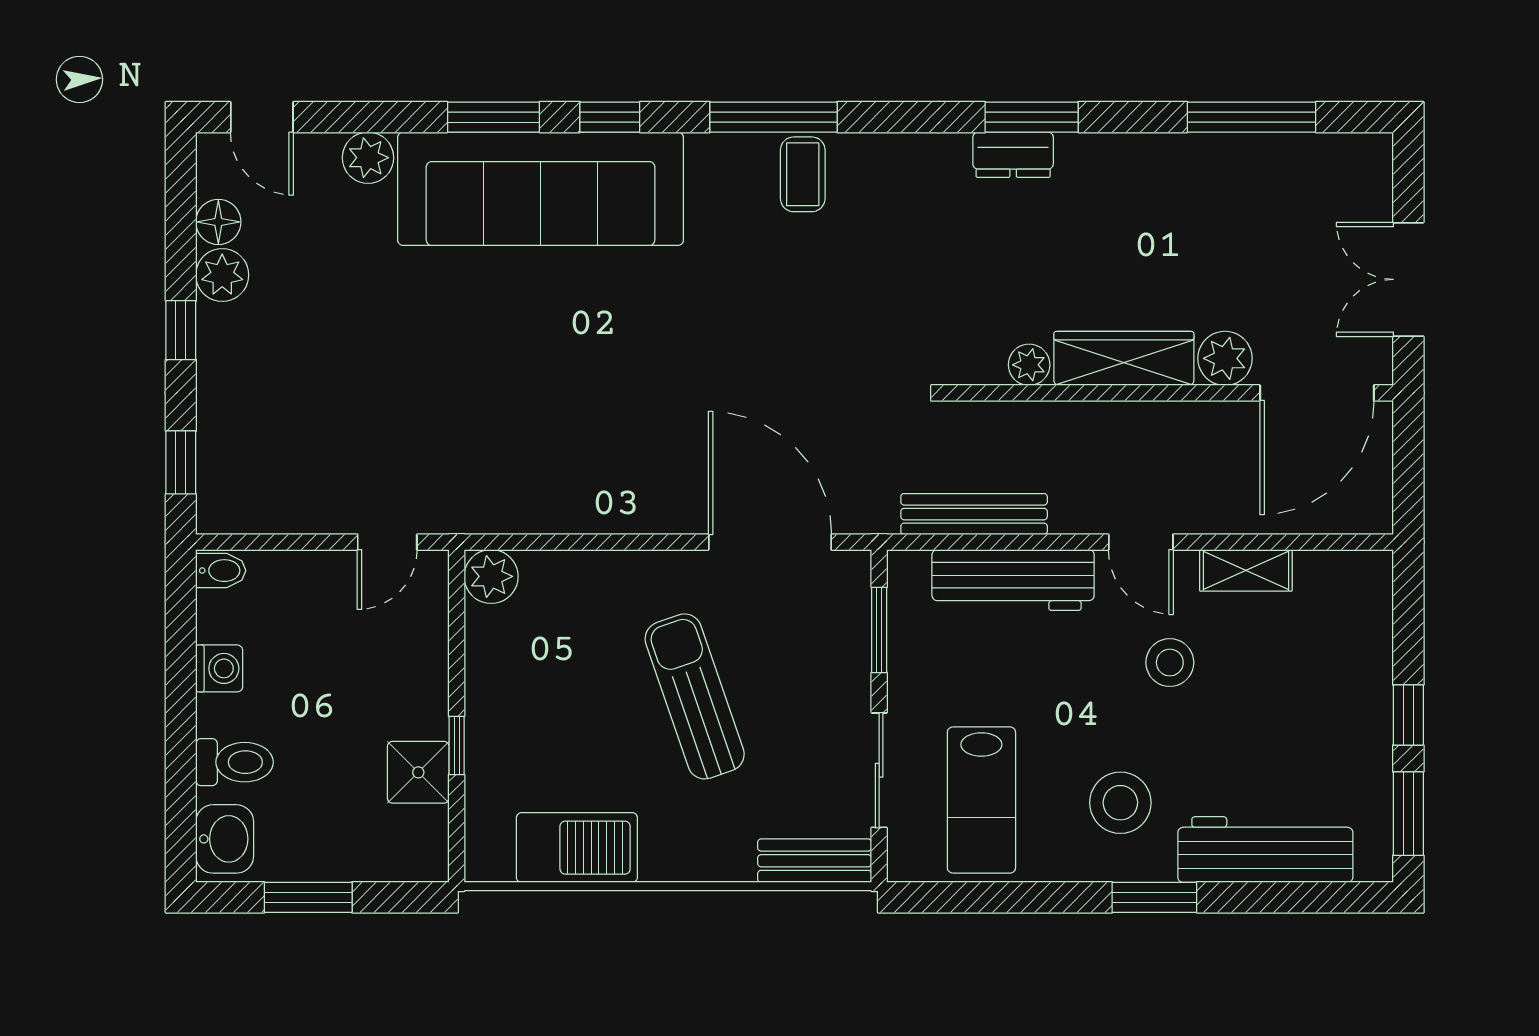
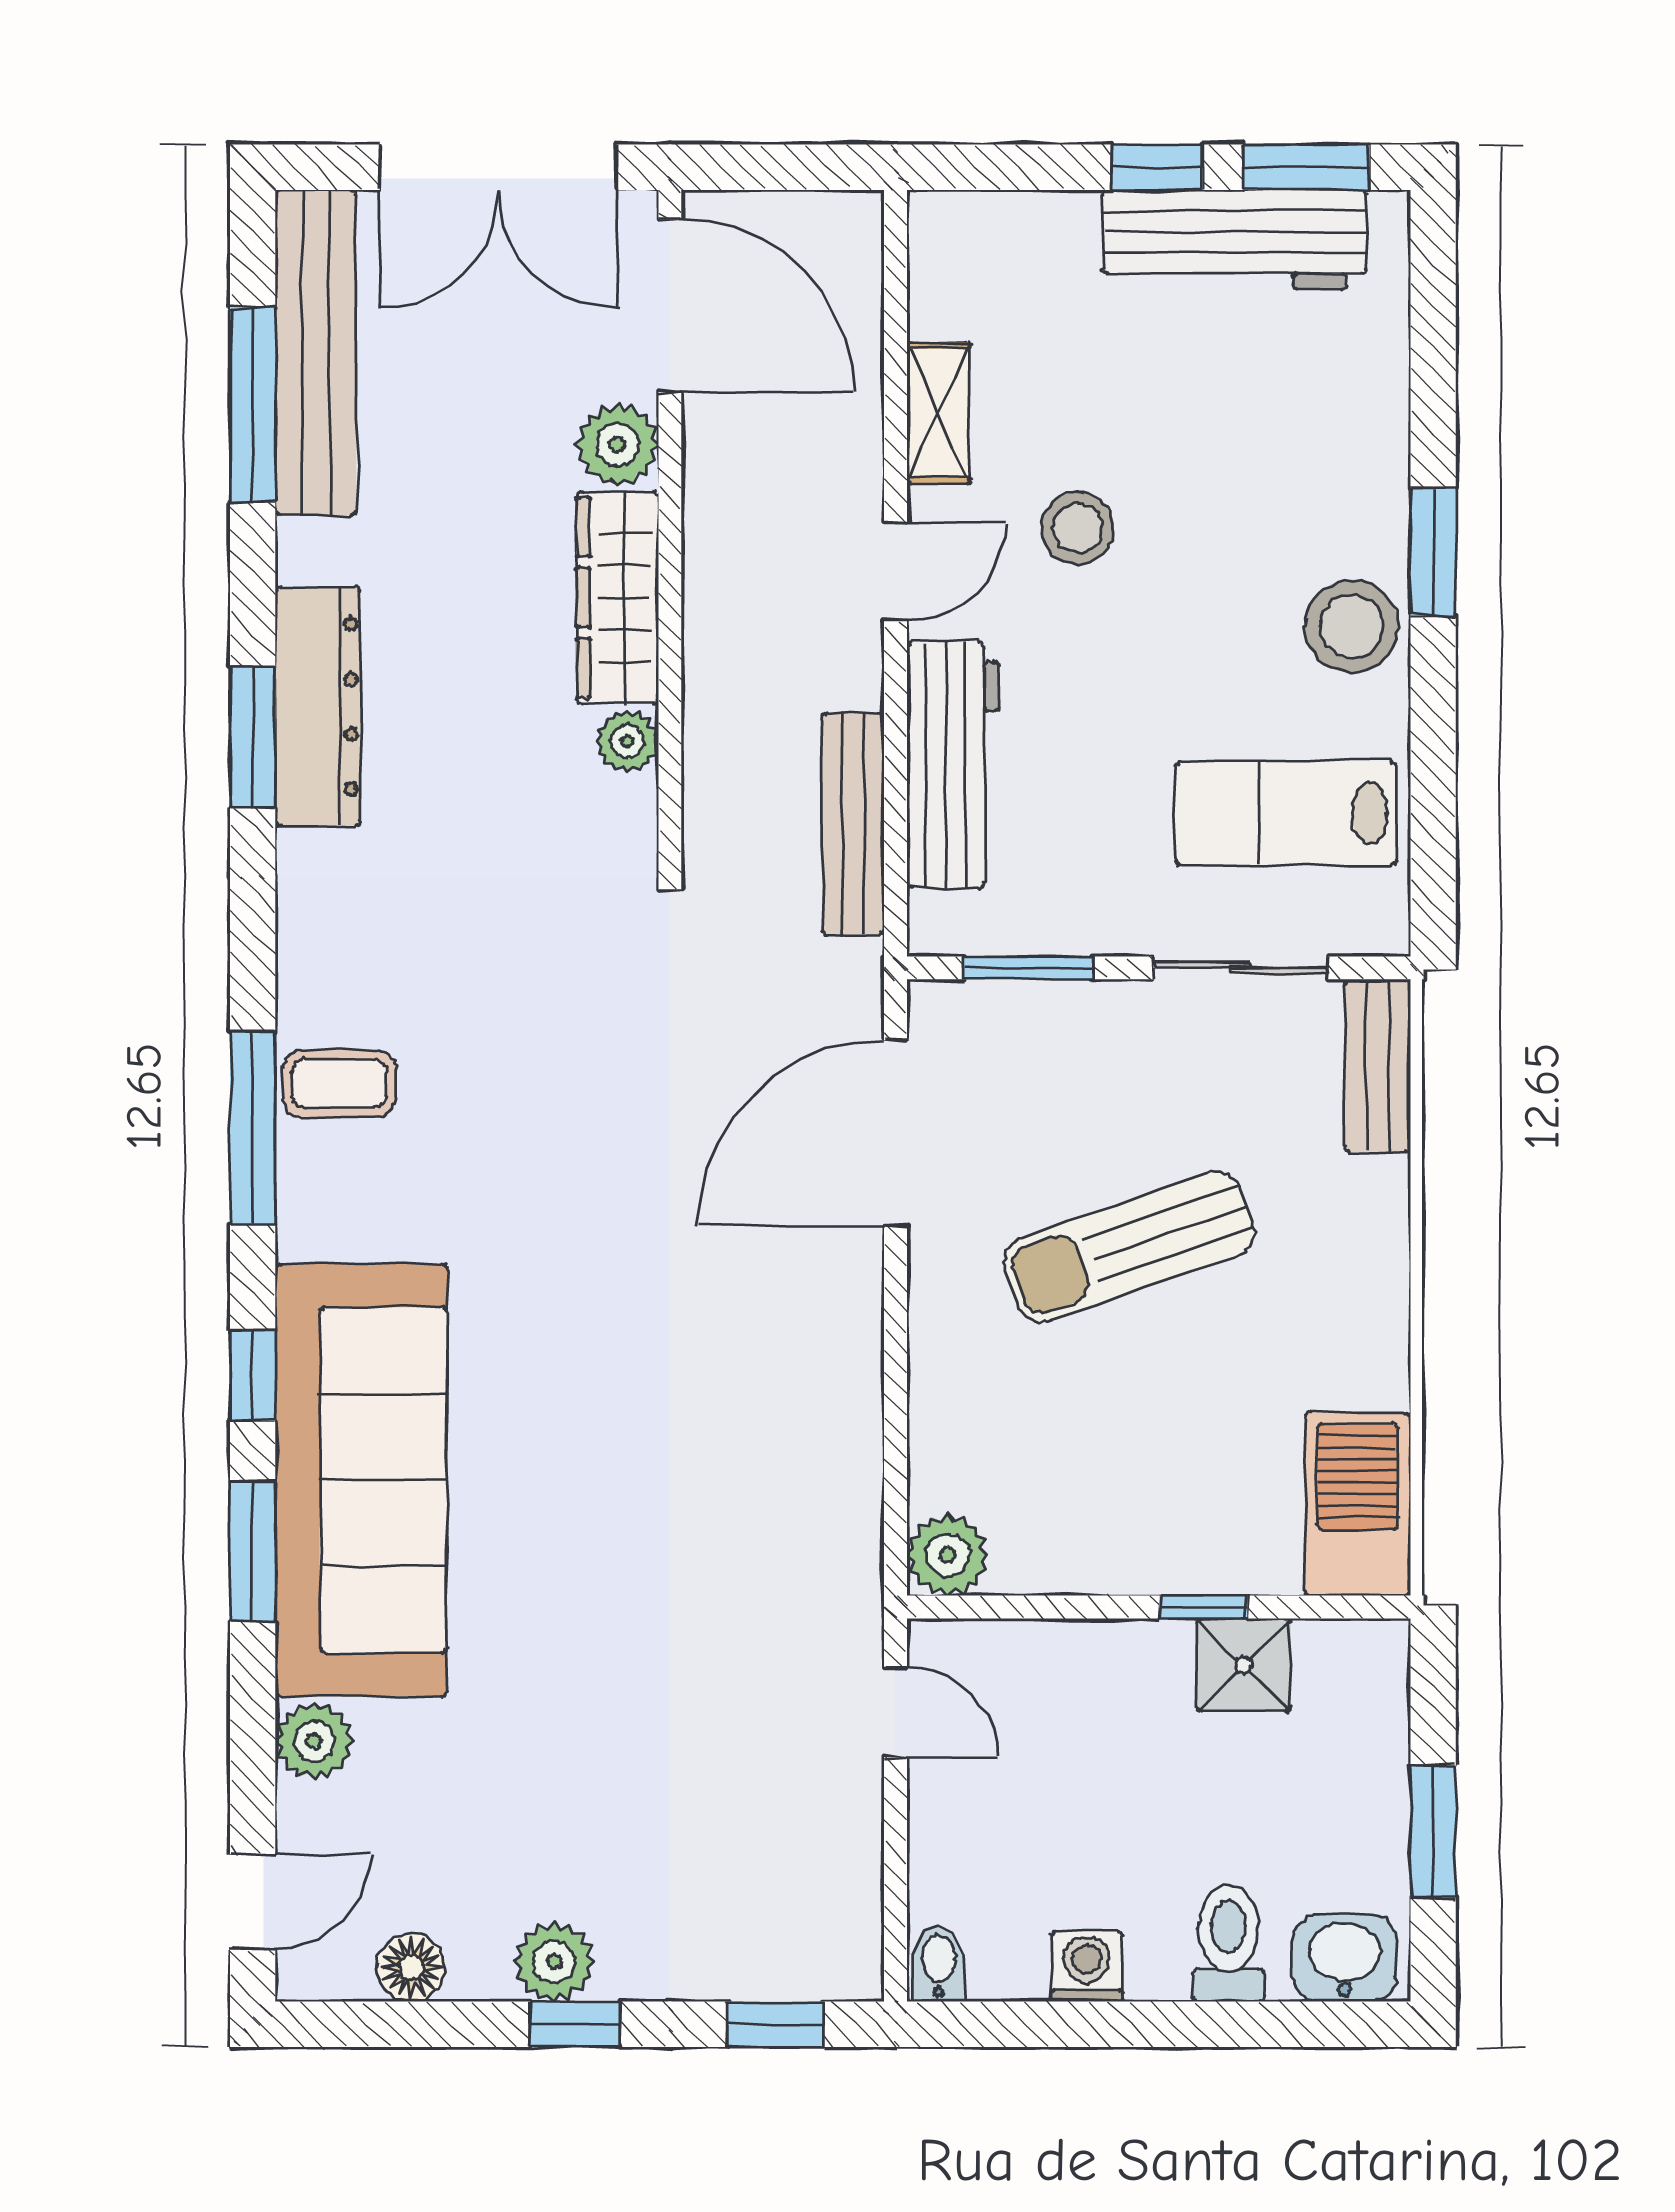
dresser: (1013, 155) -> (318, 707), width x1.96, depth x1.24
bench: (1286, 159) -> (316, 353), added
plant: (222, 275) -> (554, 1962), moved
double door: (1408, 279) -> (498, 167), width x1.37
lab bench: (981, 800) -> (1286, 813), turned 180
stool: (1120, 803) -> (1352, 626), moved
barbecue: (577, 848) -> (1358, 1504), moved
workbench: (1265, 850) -> (1235, 240), moved, turned -90

